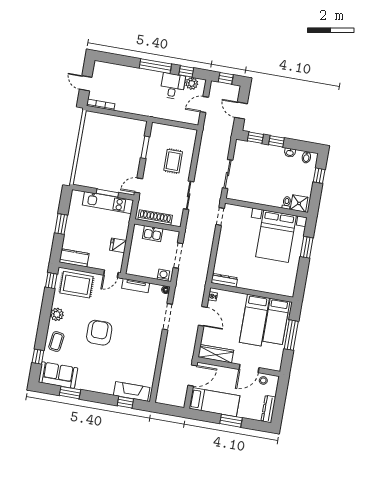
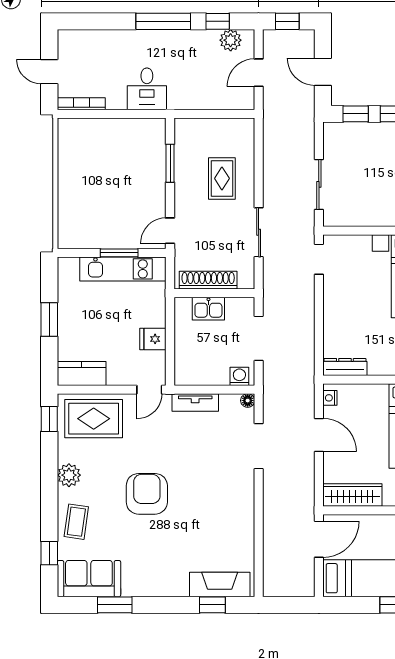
desk: (173, 86) -> (147, 89), moved, turned 180

